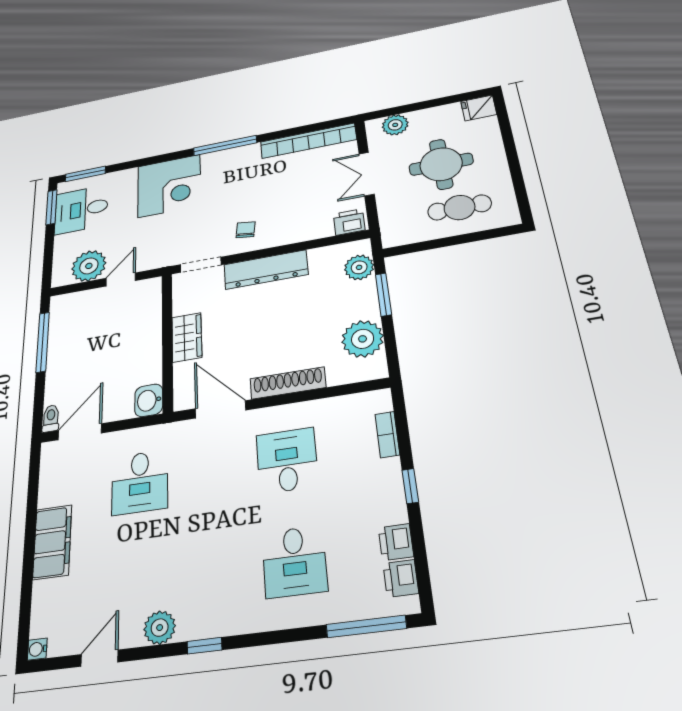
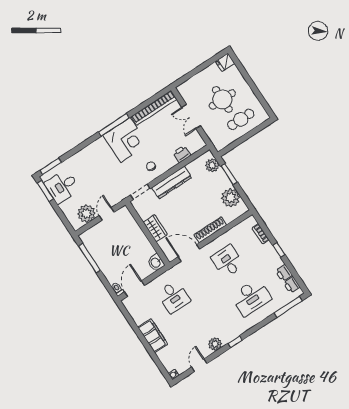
plant: (395, 125) -> (191, 85), removed
corner desk: (169, 186) -> (125, 140), moved
printer: (349, 222) -> (182, 154), moved
desk: (294, 561) -> (251, 297), width x1.37

